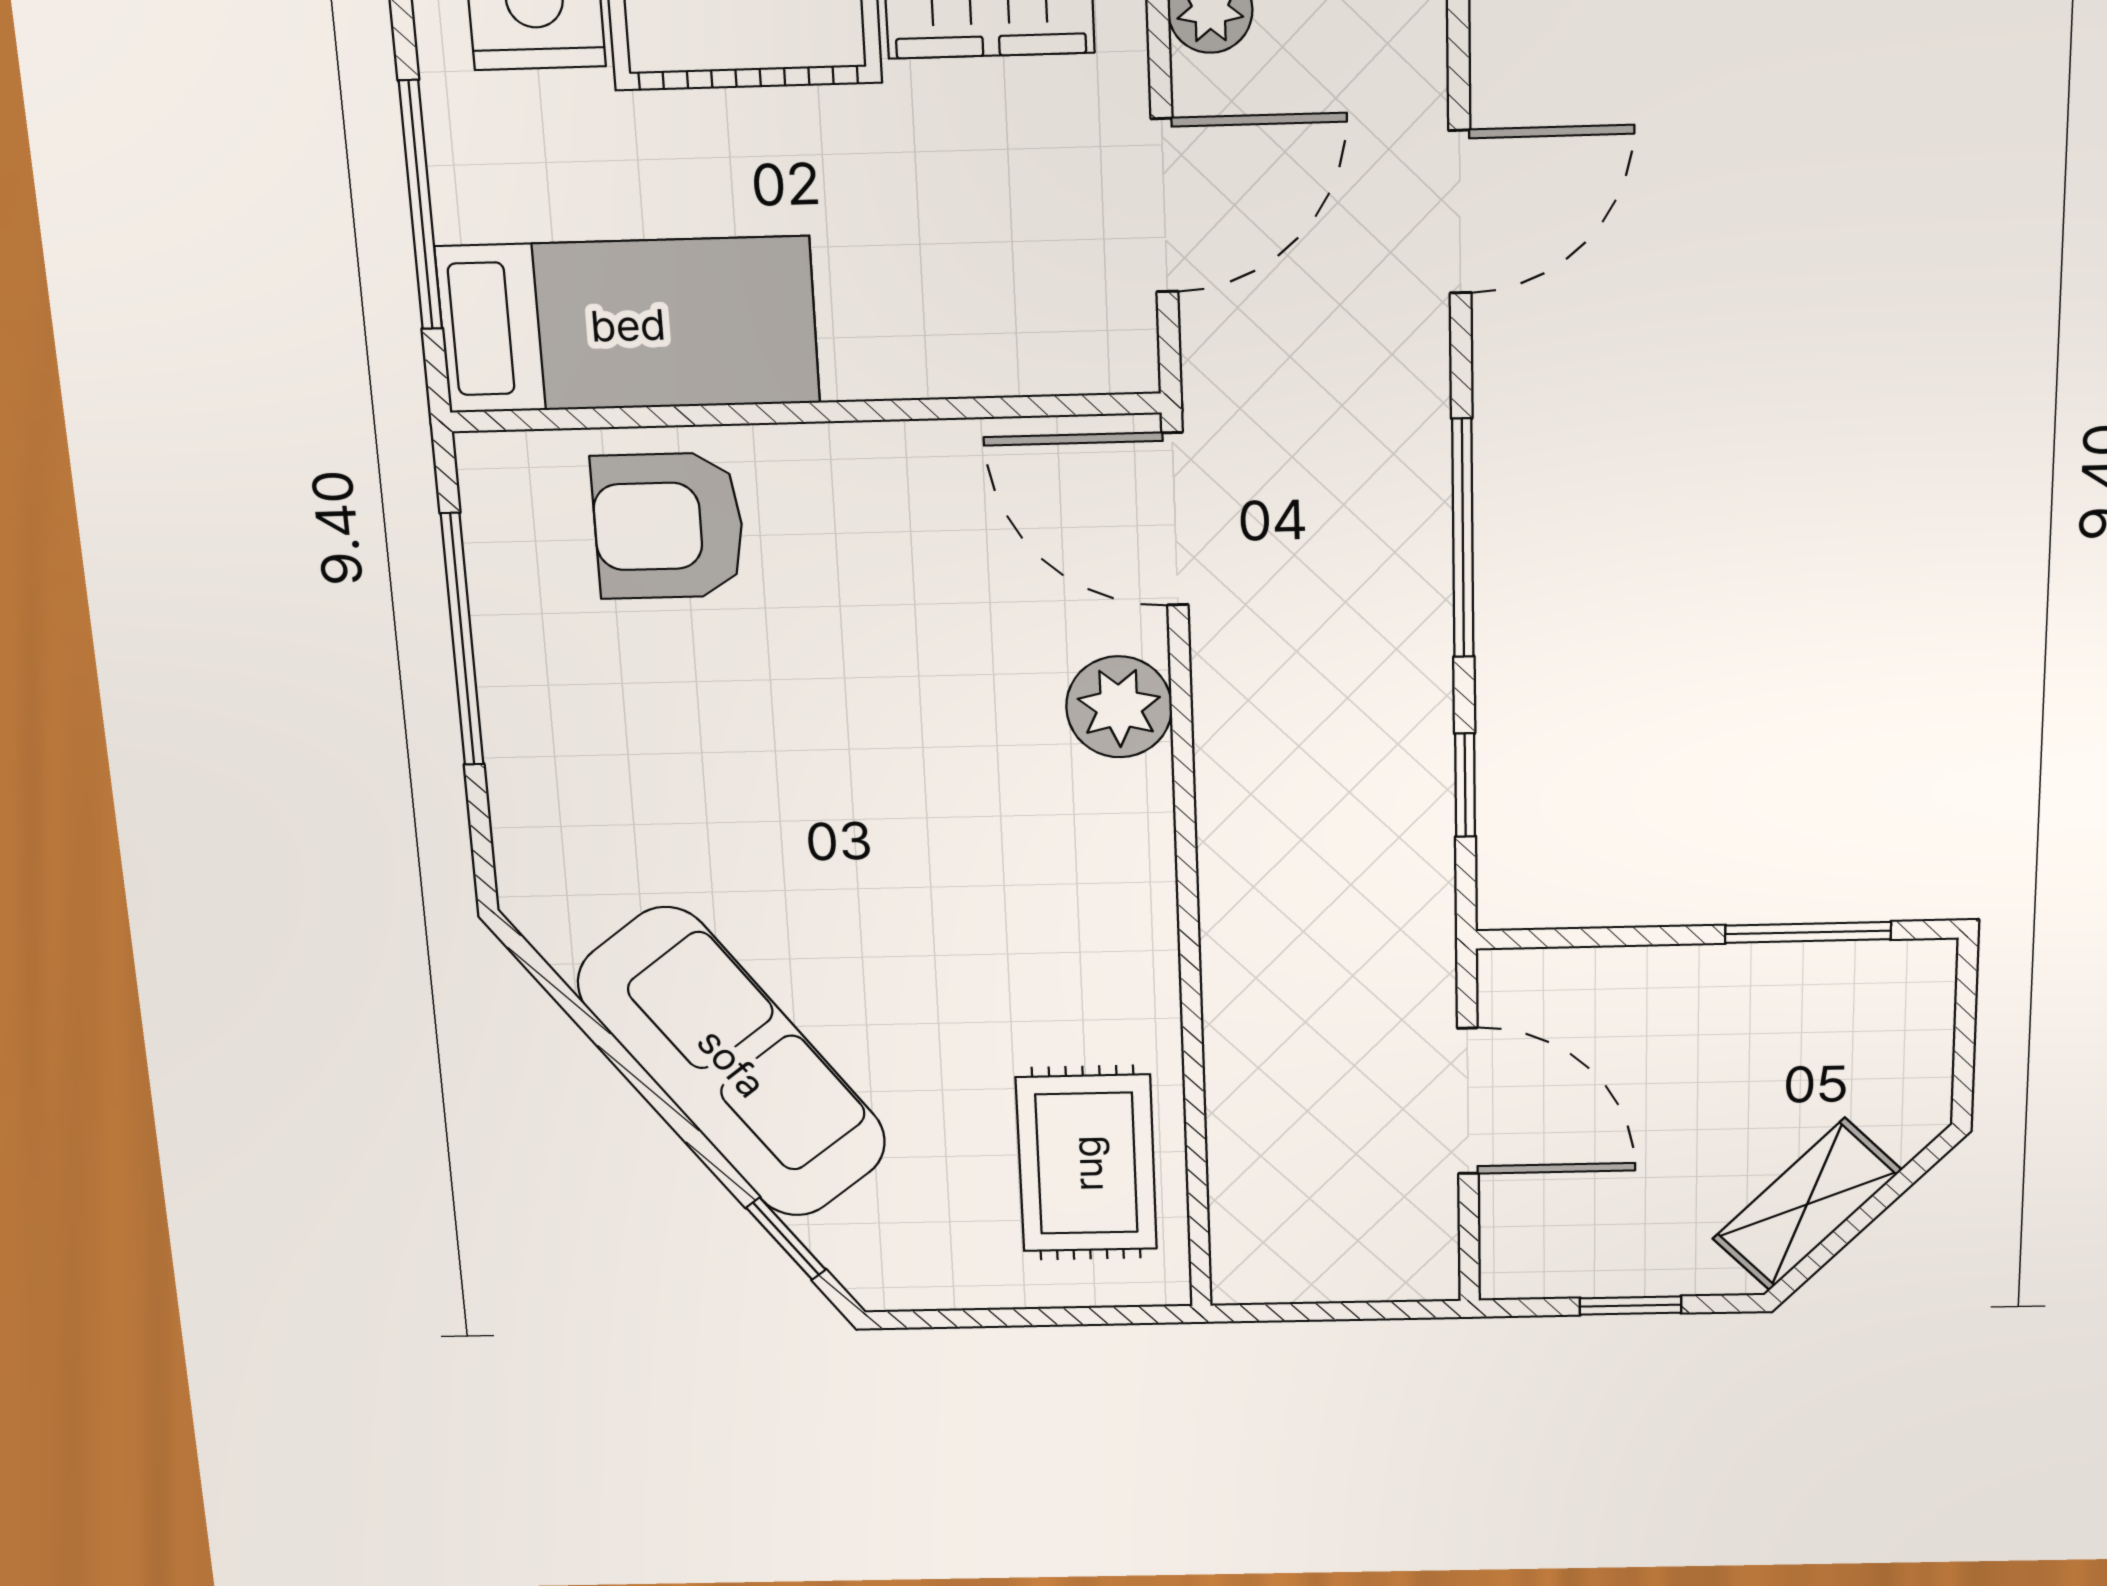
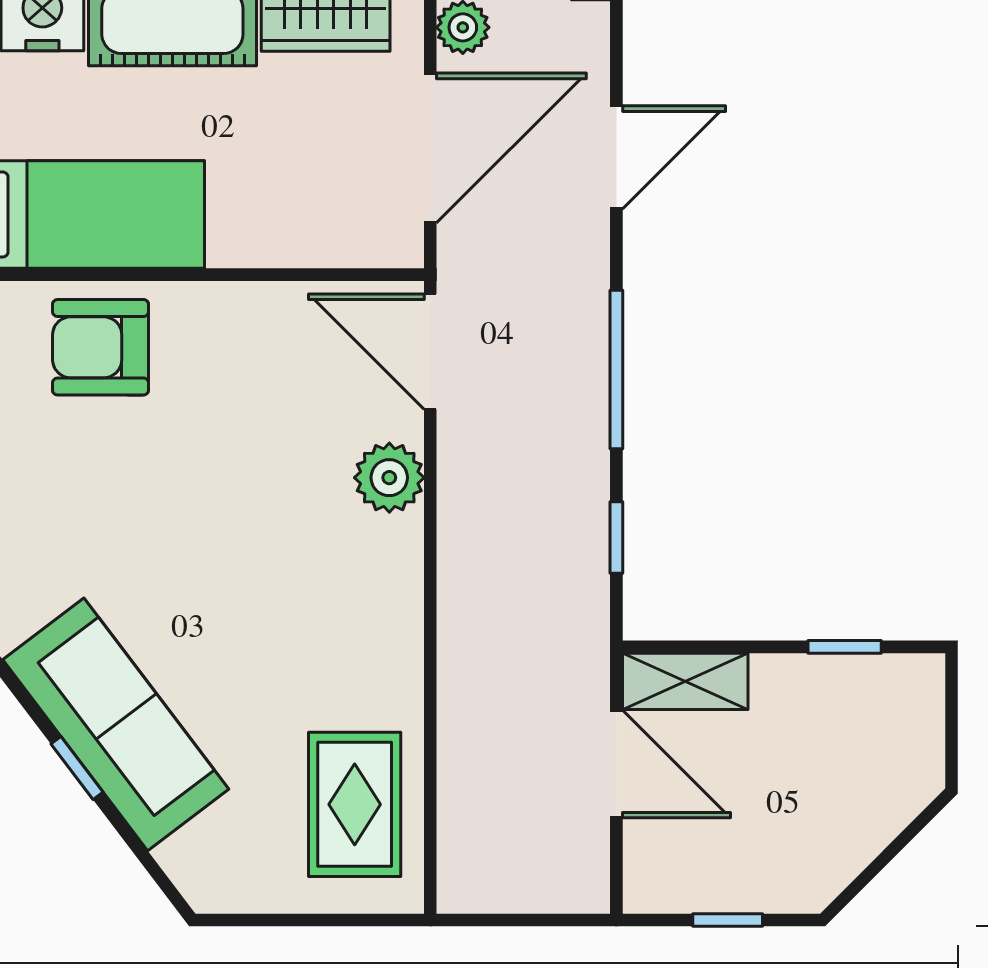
door: (1164, 206) -> (430, 148), width x1.36
window: (1808, 932) -> (845, 647), width x0.67
shelving: (1807, 1204) -> (685, 681), moved, turned 45
window: (786, 1239) -> (77, 768), moved

